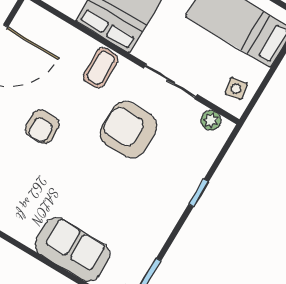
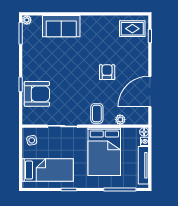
plant: (211, 120) -> (120, 120), moved
armchair: (128, 130) -> (37, 94), moved

